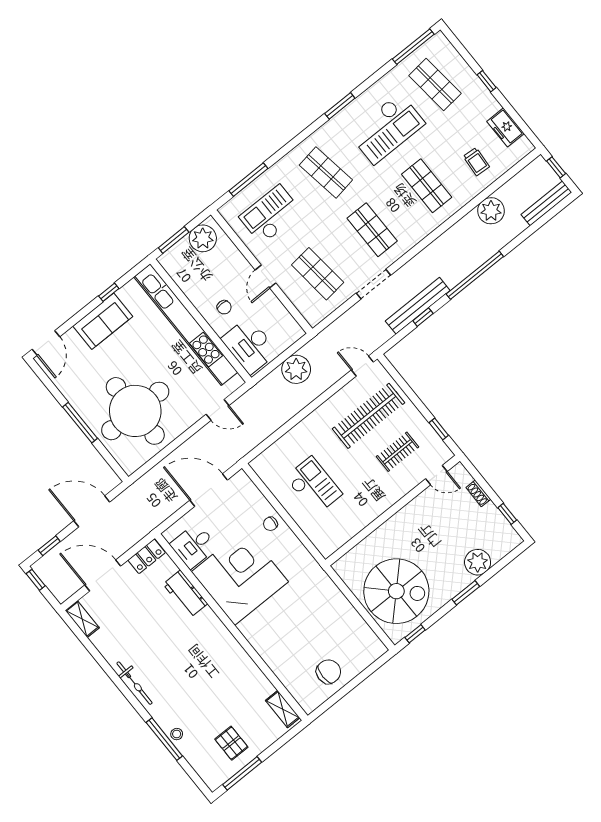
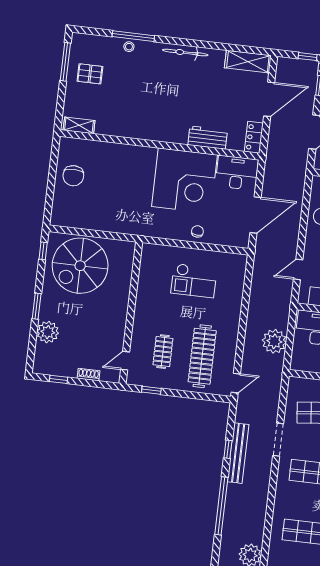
desk: (194, 546) -> (237, 173), width x1.37
shelving: (82, 619) -> (248, 62), width x1.50, depth x1.33

